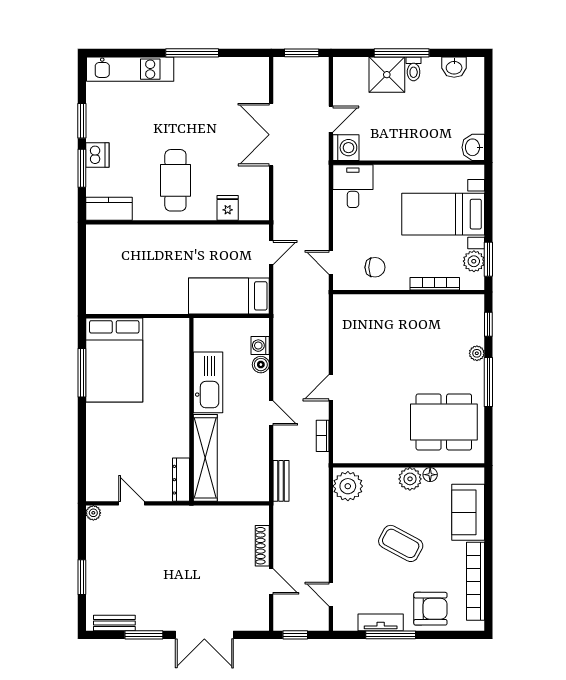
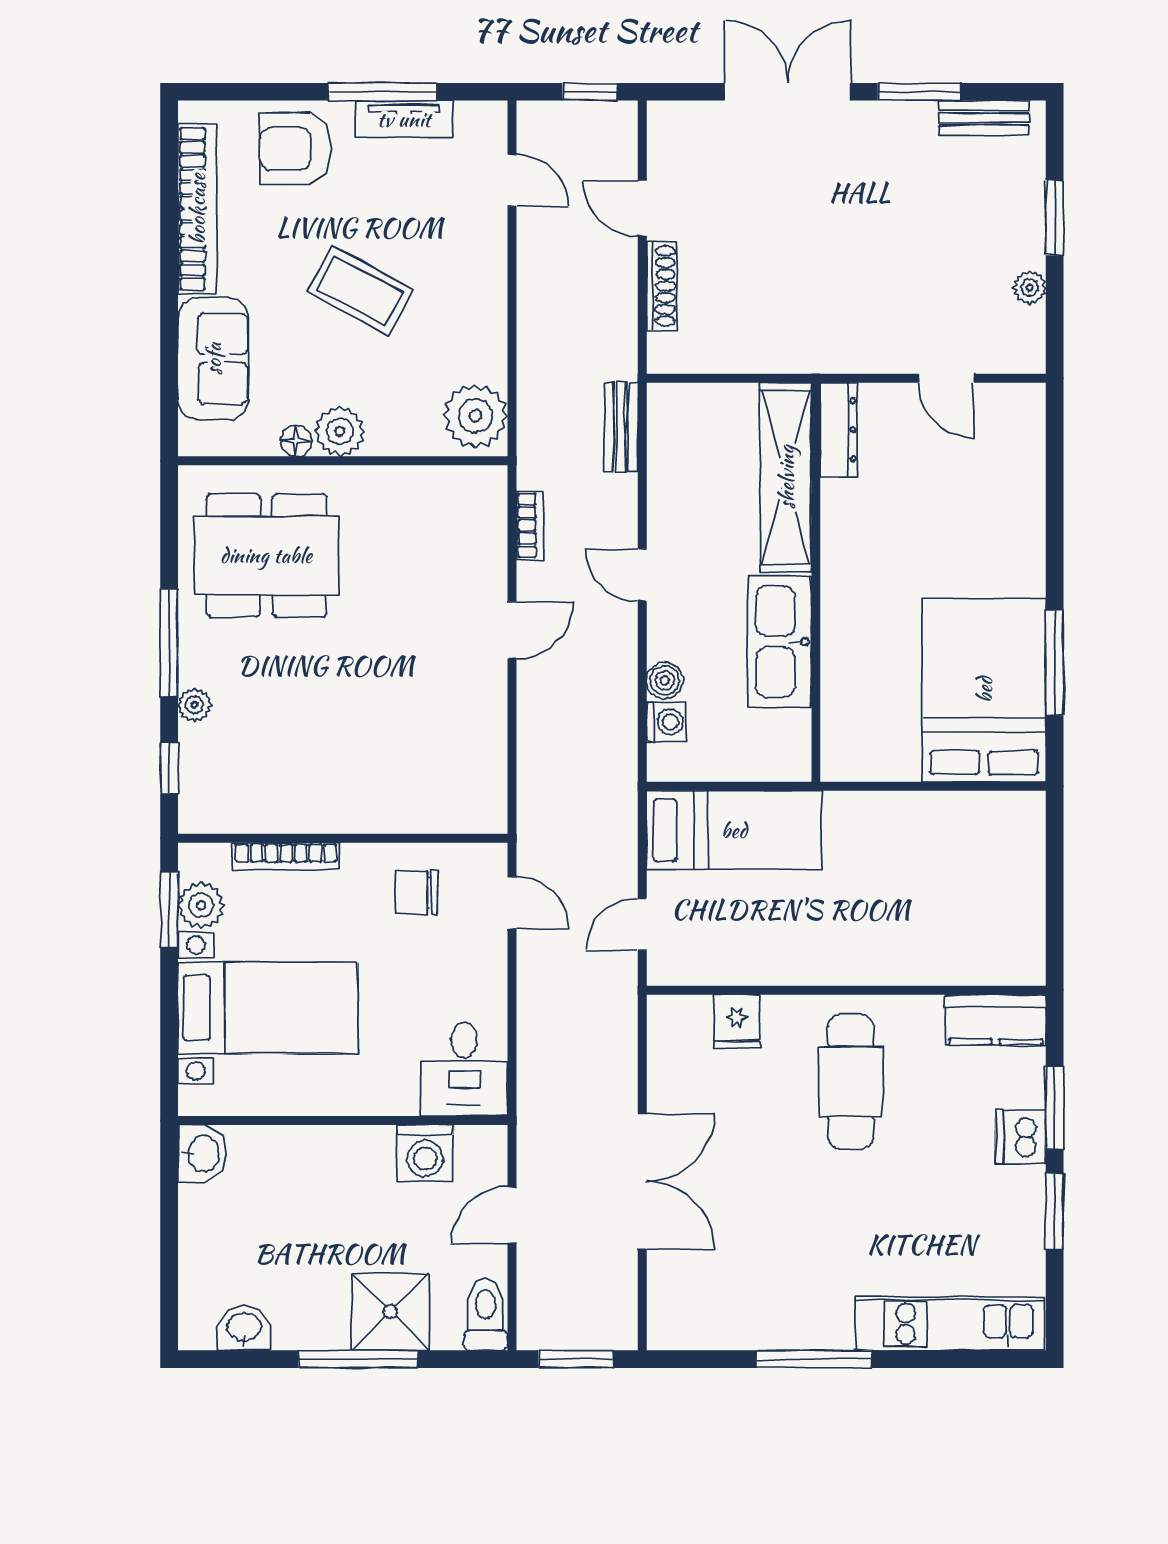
toilet: (414, 69) -> (486, 1314), moved, width x1.37, depth x1.39
washing machine: (346, 148) -> (425, 1153), moved, turned -90
plant: (93, 513) -> (1030, 288), moved

